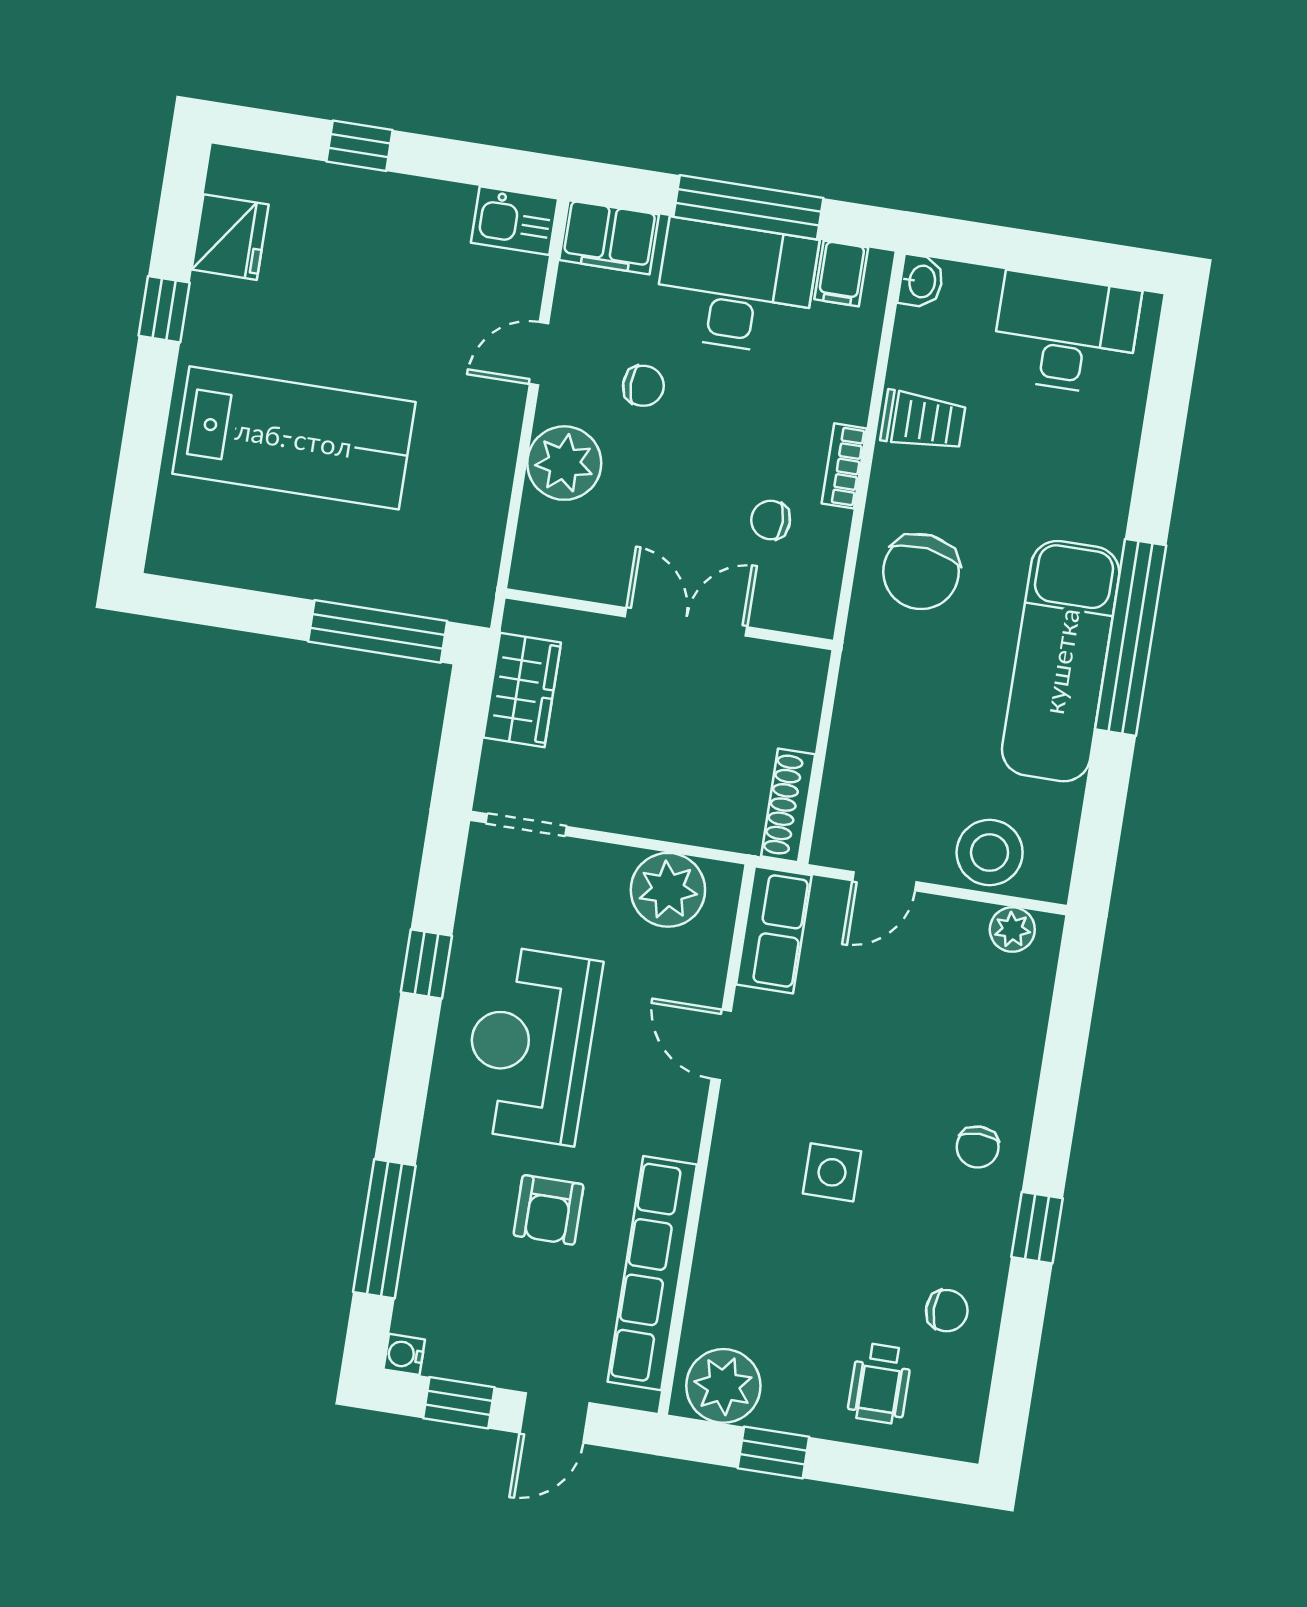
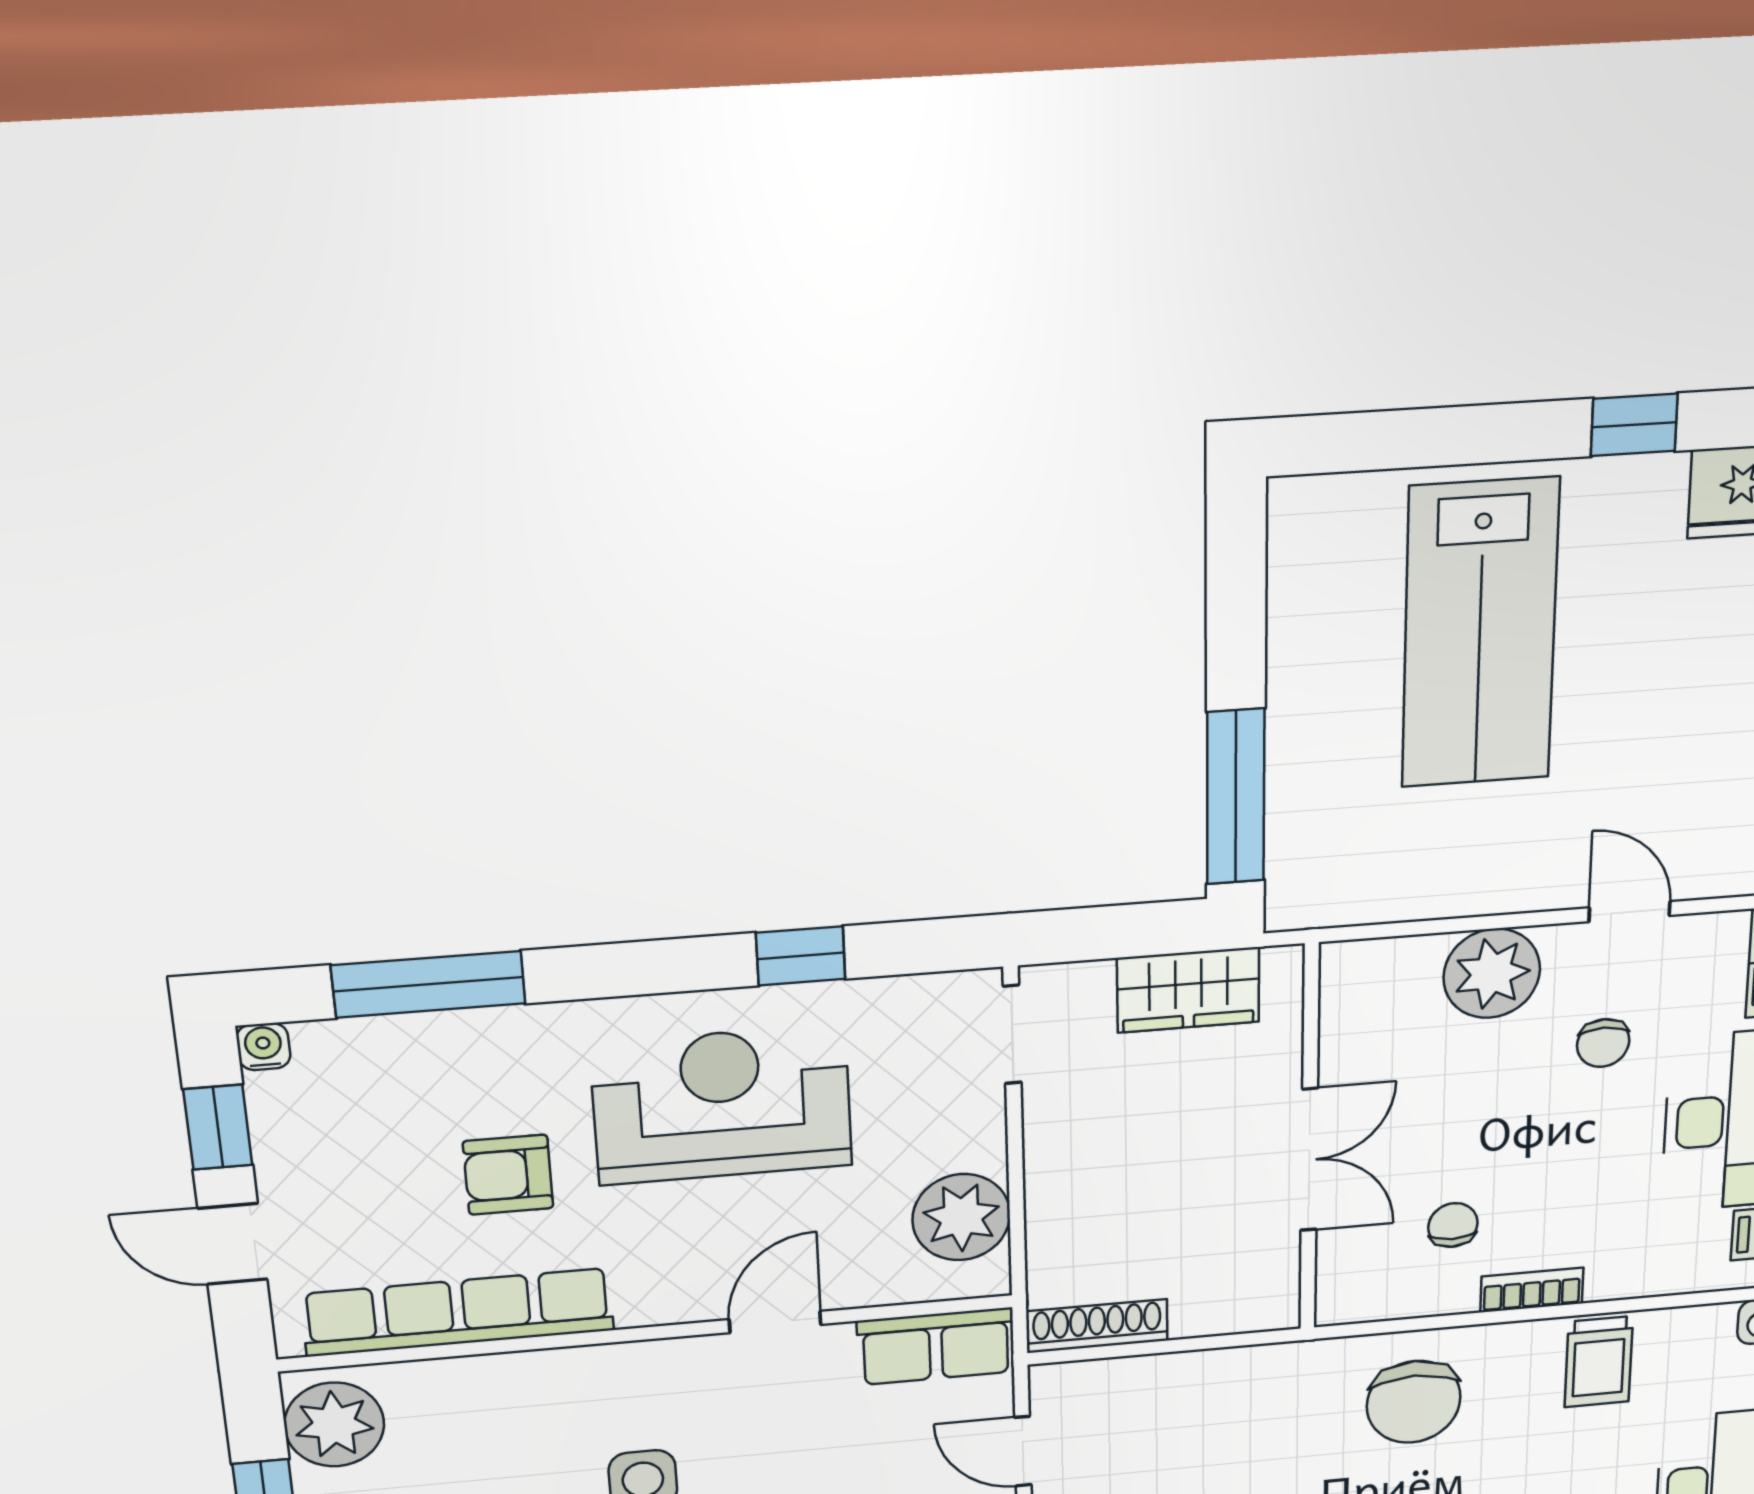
chair: (921, 572) -> (1414, 1402), turned -97

